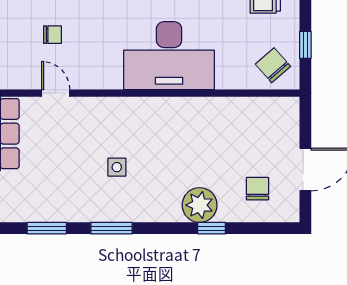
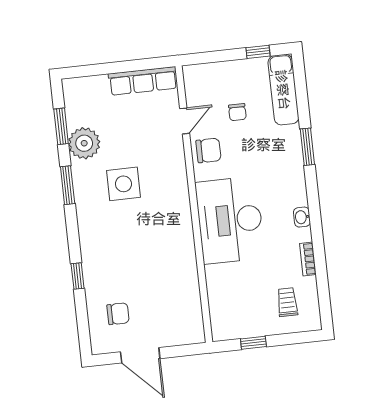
chair: (273, 65) -> (208, 150), moved, turned 41
side table: (117, 167) -> (123, 184), width x1.87, depth x1.87
plant: (200, 205) -> (84, 143), moved

